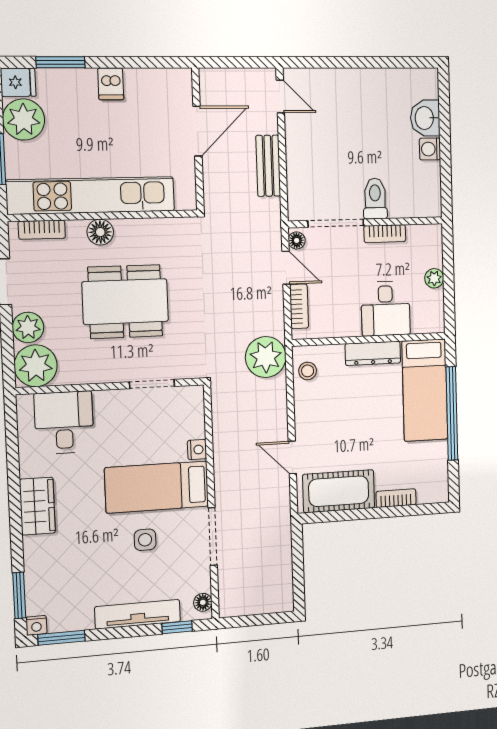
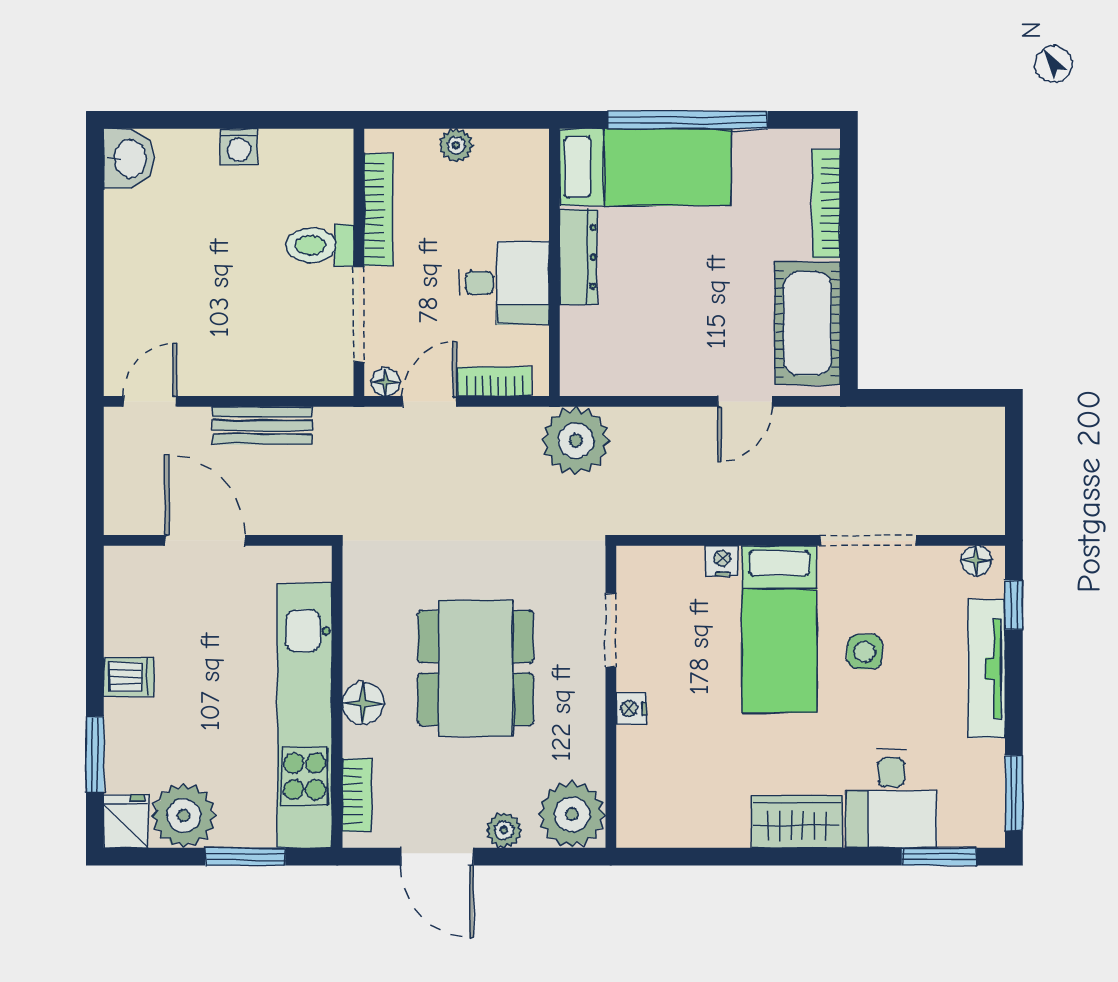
washbasin: (425, 118) -> (129, 159), moved, turned -90
bookcase: (385, 234) -> (379, 210), width x1.56
desk: (386, 309) -> (504, 283), moved
plant: (28, 327) -> (504, 830), width x0.73, depth x0.73
stool: (308, 371) -> (602, 370), removed
desk: (64, 423) -> (891, 799), moved, turned -90
bookcase: (396, 498) -> (826, 204), width x1.56
nightstand: (36, 625) -> (631, 709), moved, turned 180

